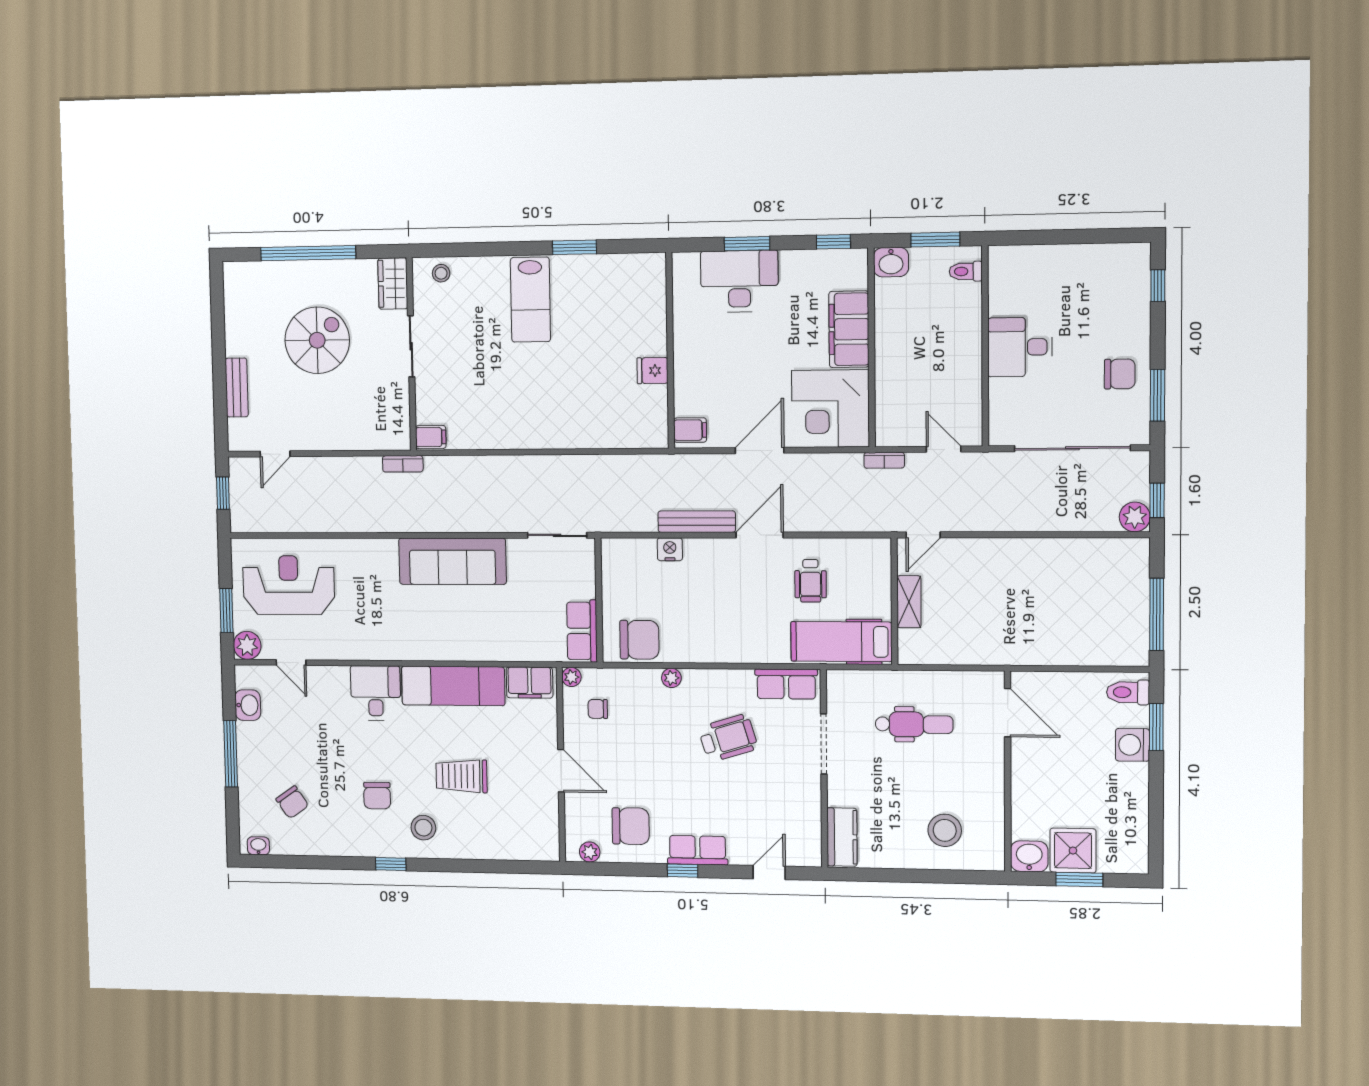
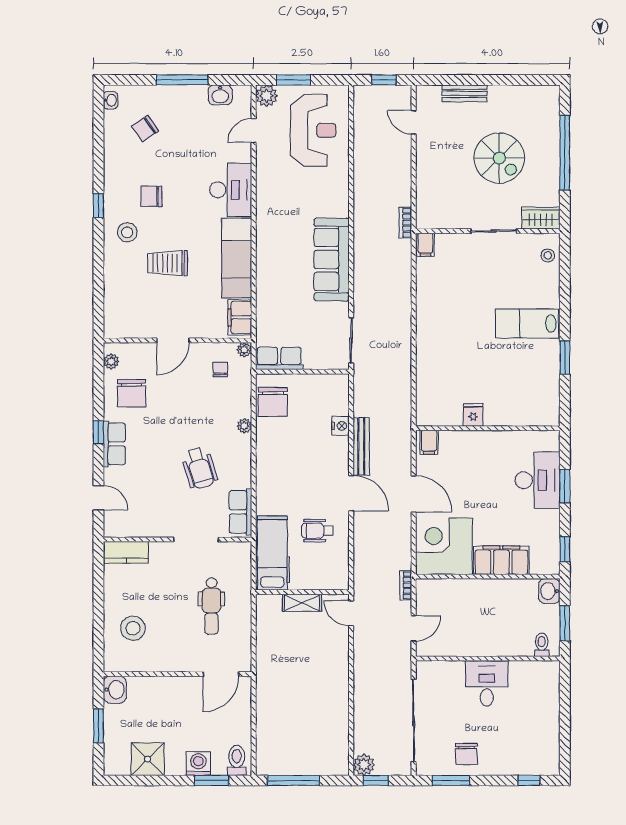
desk: (376, 693) -> (231, 190), width x1.37
trolley: (461, 776) -> (168, 263), turned -90
shower: (1073, 851) -> (148, 759), moved

